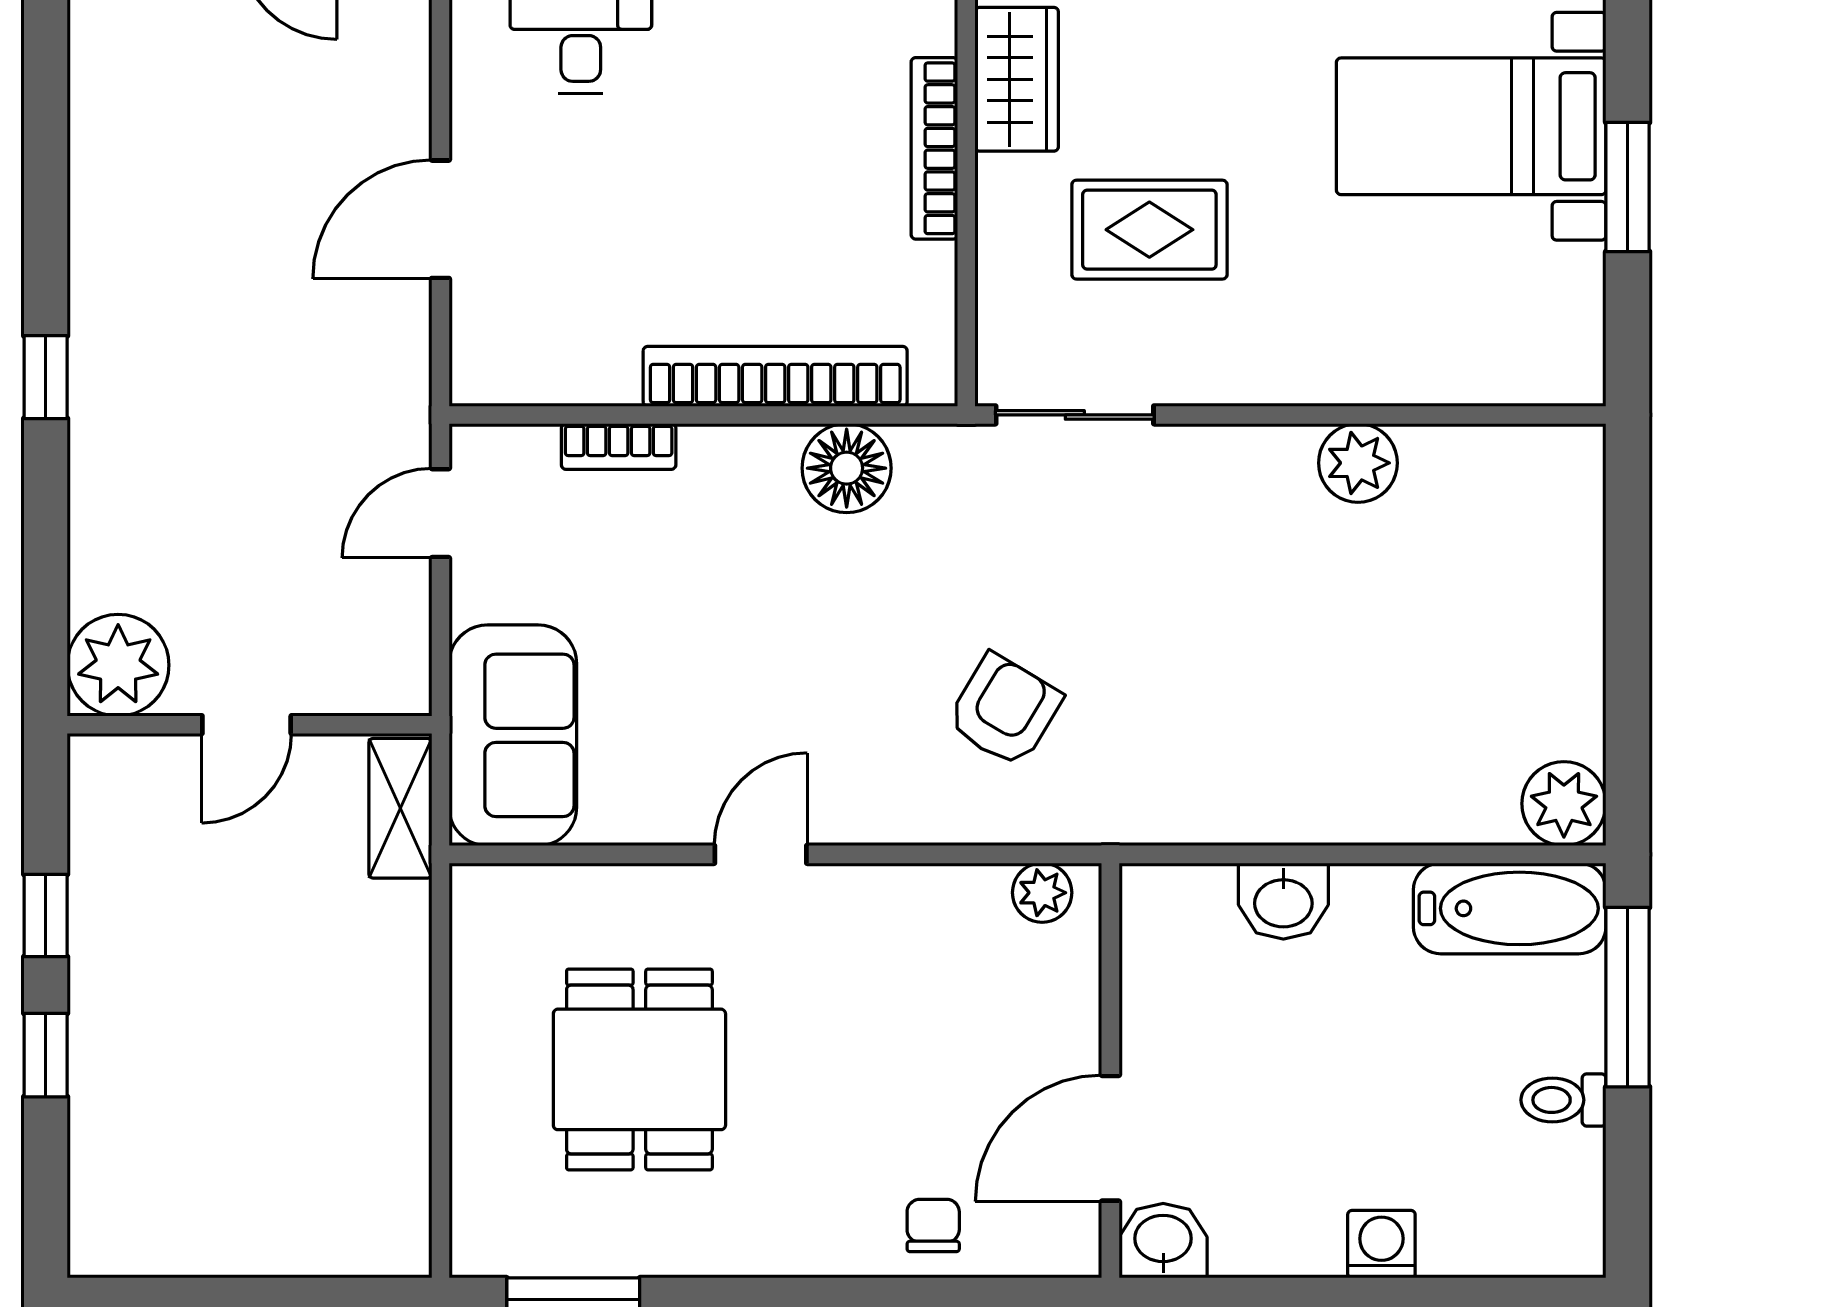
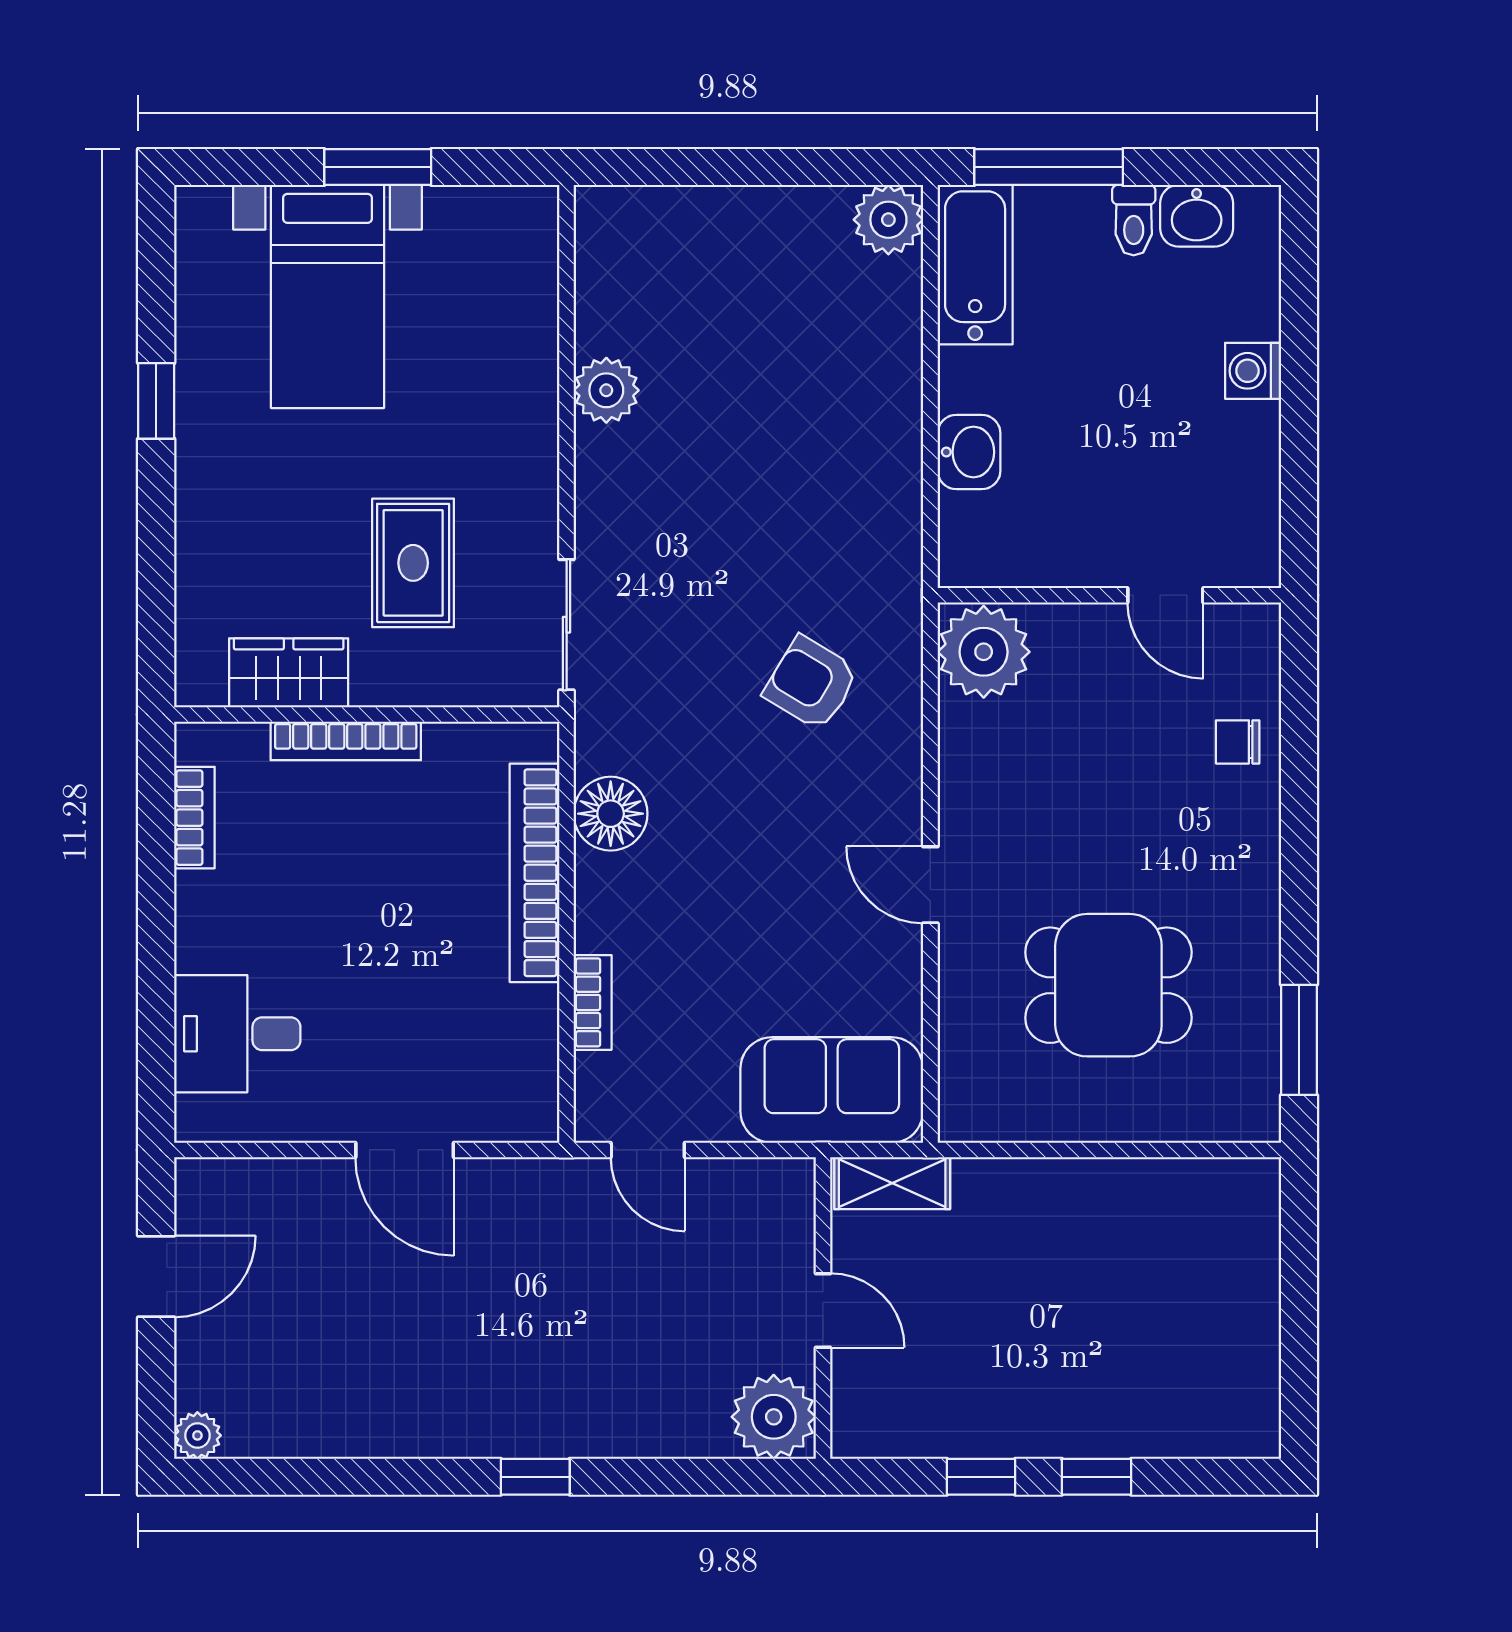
plant: (1042, 893) -> (984, 652), width x1.87, depth x1.87
door: (1110, 1138) -> (1165, 595), width x0.73
washbasin: (1163, 1241) -> (1197, 216), moved, turned -90

